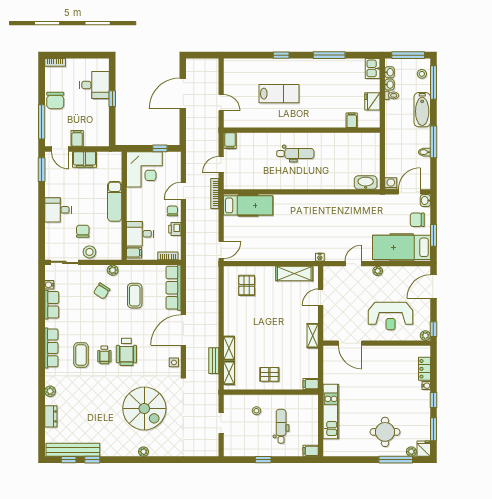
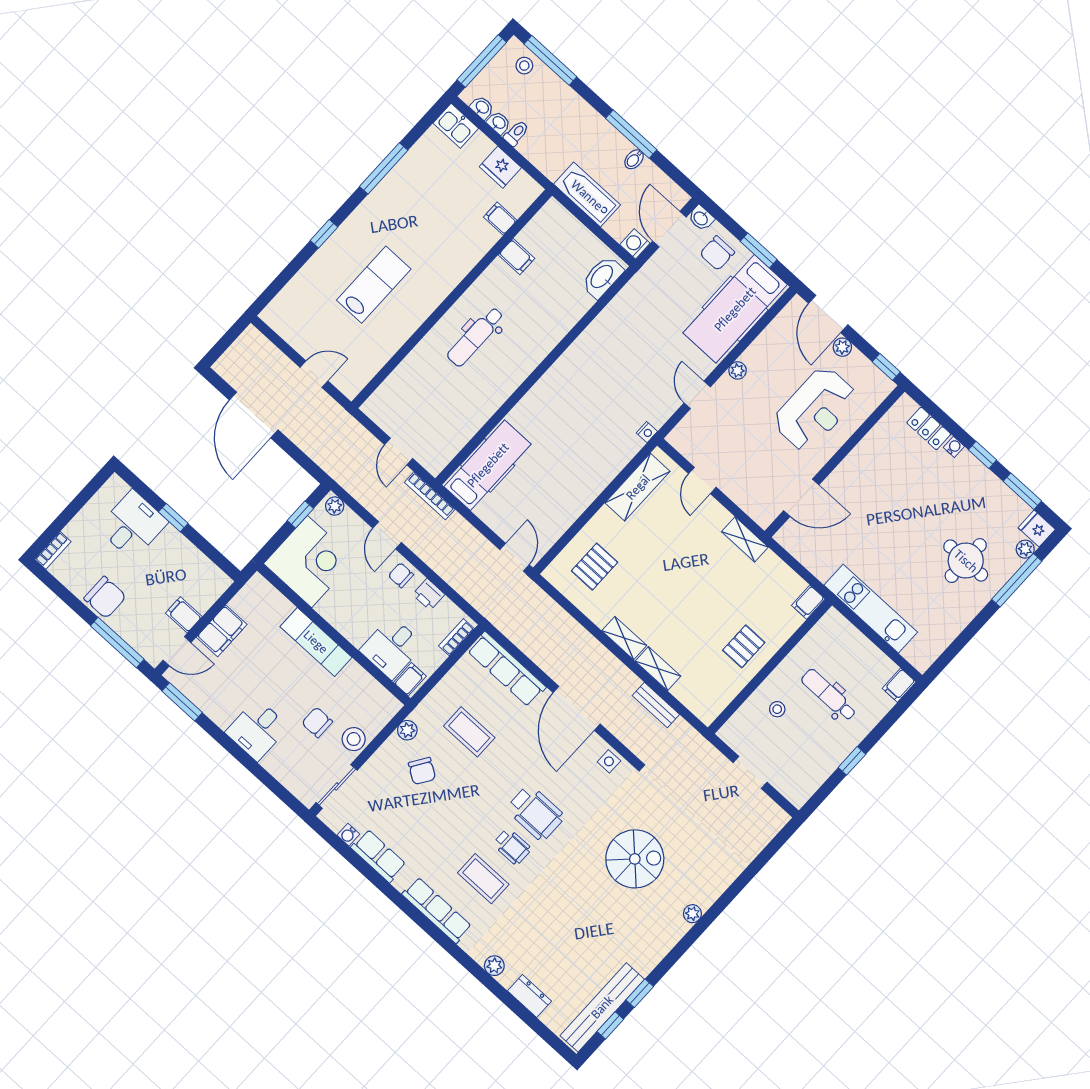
bathtub: (422, 110) -> (587, 195), moved, turned 180
filing cabinet: (230, 141) -> (516, 257), moved
dental chair: (295, 154) -> (475, 337), turned 180
plant: (176, 159) -> (335, 506), added
pallet: (247, 285) -> (595, 567), turned 90
plant: (425, 336) -> (842, 347), moved
shelving: (229, 373) -> (624, 638), moved
spiral stairs: (144, 408) -> (635, 859), width x0.73, depth x0.73

